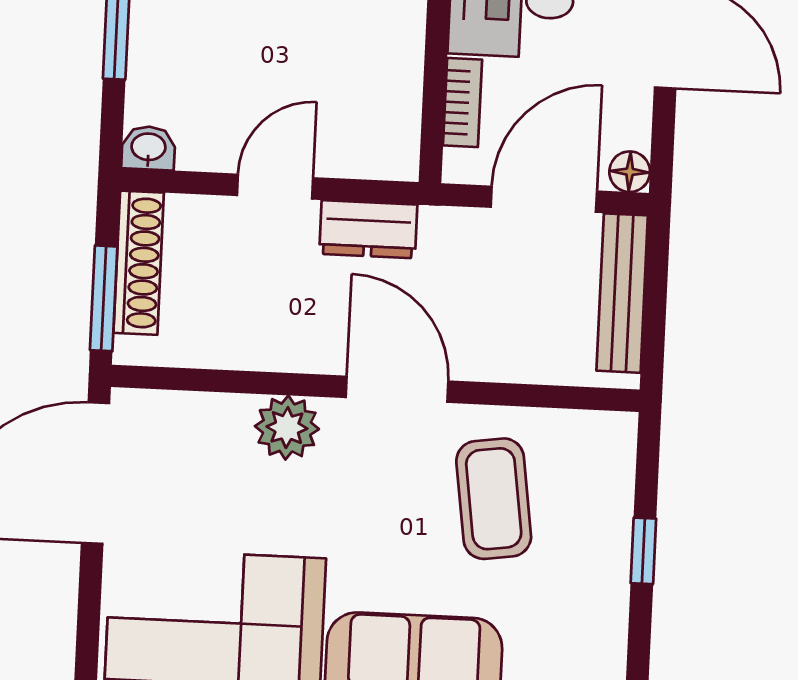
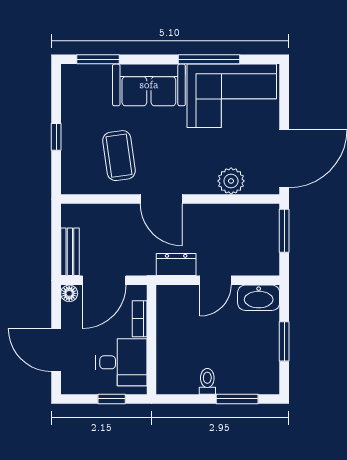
washbasin: (148, 148) -> (259, 298), width x1.91, depth x1.45
shoe rack: (139, 263) -> (270, 246), removed
bench: (622, 293) -> (70, 252), width x0.73
plant: (287, 428) -> (231, 181), moved

